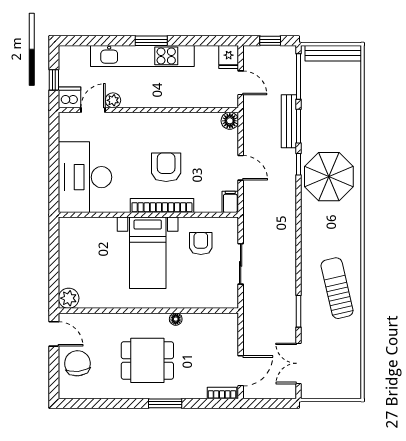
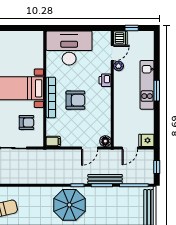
kitchen unit: (142, 56) -> (147, 85), width x0.73
door: (93, 110) -> (112, 53), hinge flipped
printer: (135, 121) -> (105, 80), added
door: (241, 168) -> (90, 148), moved

